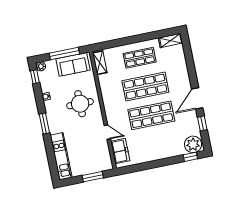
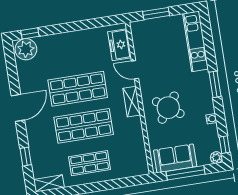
shelving: (100, 63) -> (132, 102), moved
round table: (80, 104) -> (168, 108), turned 36
window: (202, 123) -> (26, 157), moved

